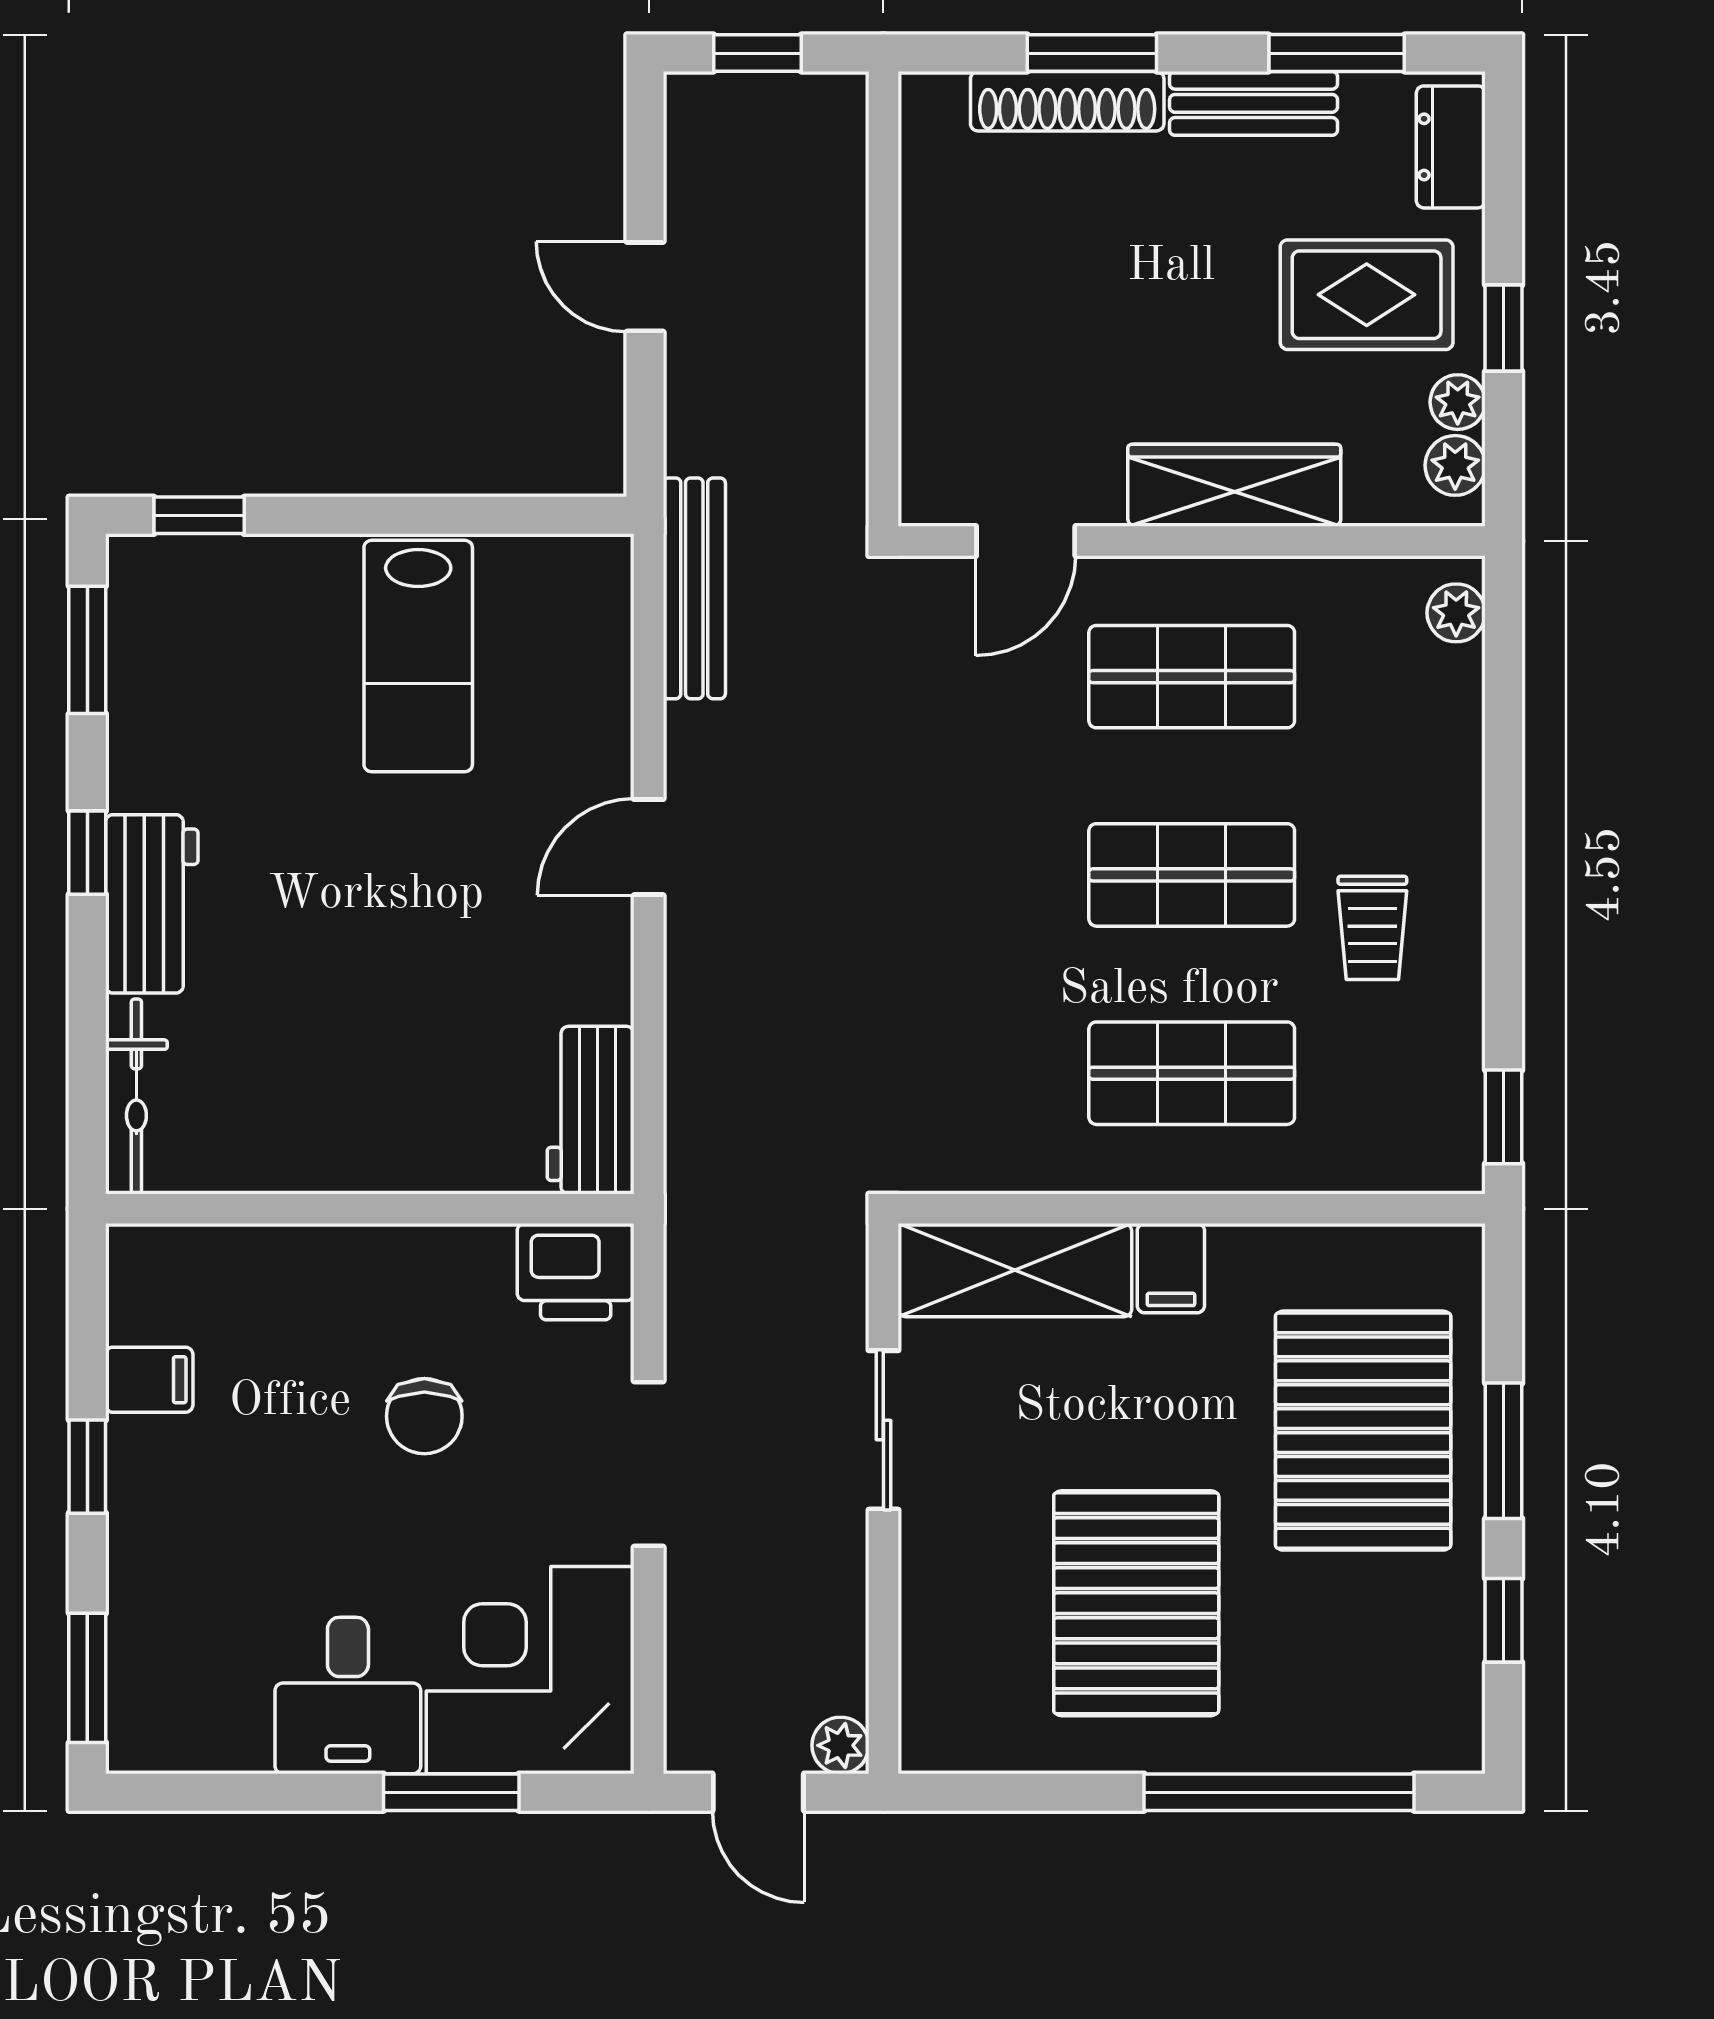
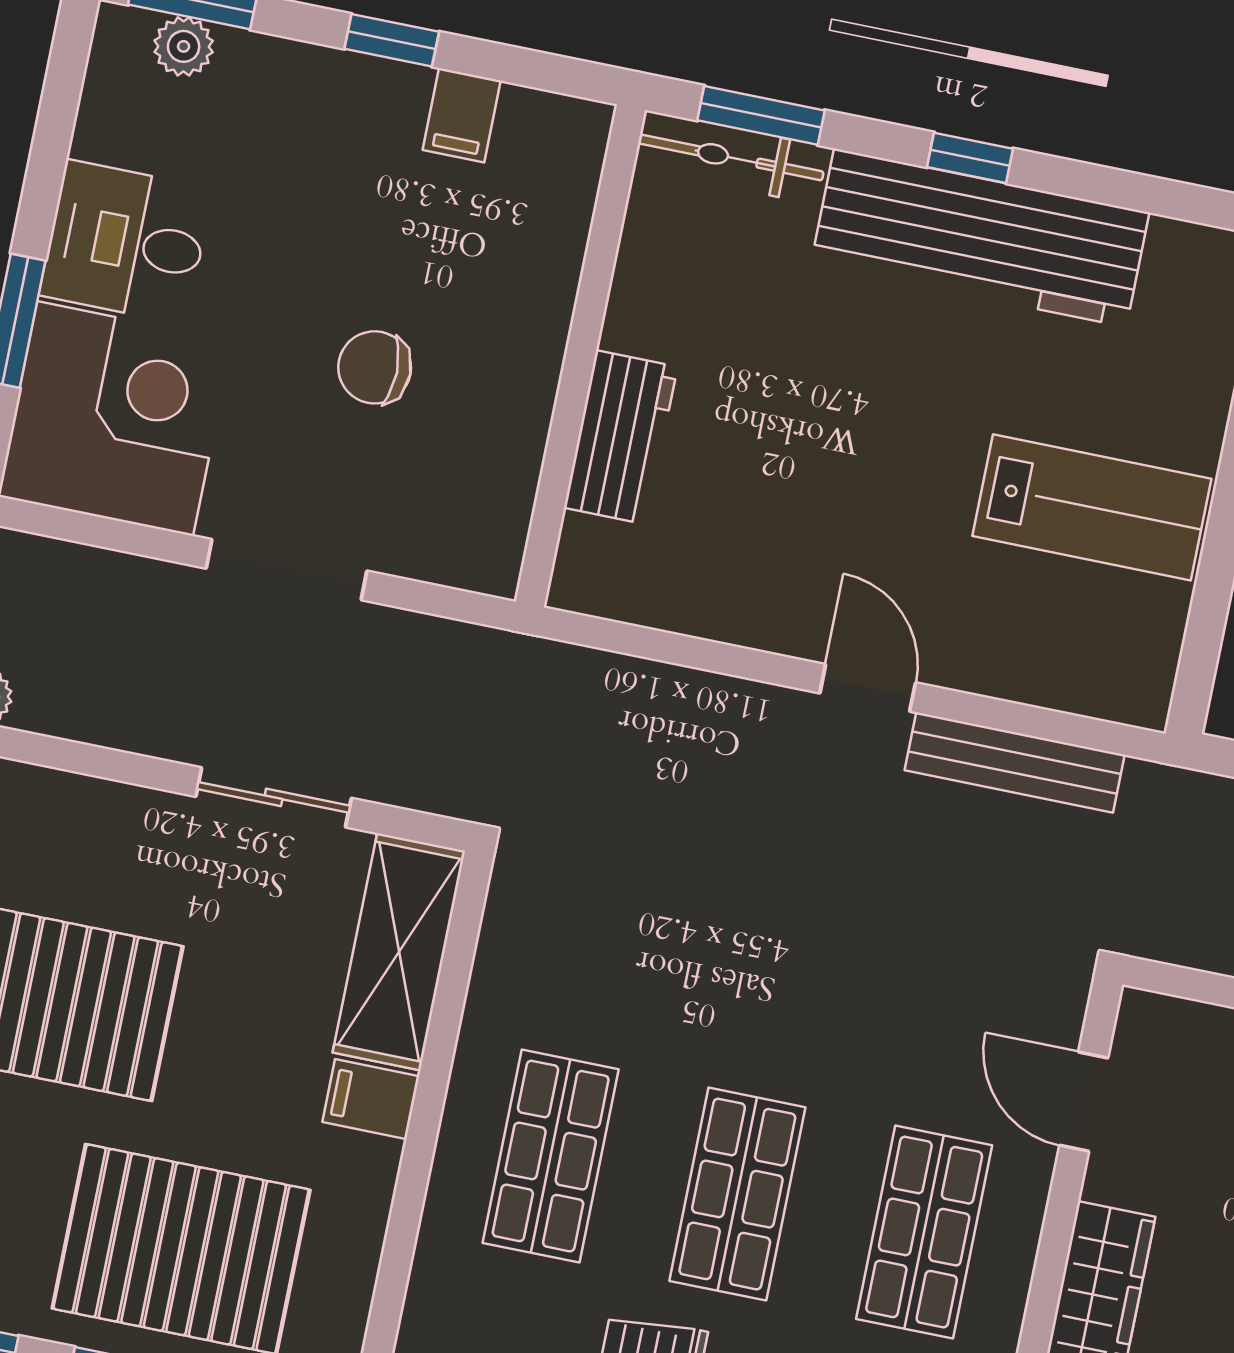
bench: (694, 588) -> (1015, 763), moved
window: (87, 650) -> (761, 115), moved
lab bench: (418, 656) -> (1092, 507), turned 180
workbench: (152, 904) -> (980, 238), width x1.88, depth x1.32
workbench: (591, 1110) -> (621, 437), moved, turned 90
printer: (576, 1272) -> (482, 538), removed
plant: (137, 1677) -> (184, 46), added

